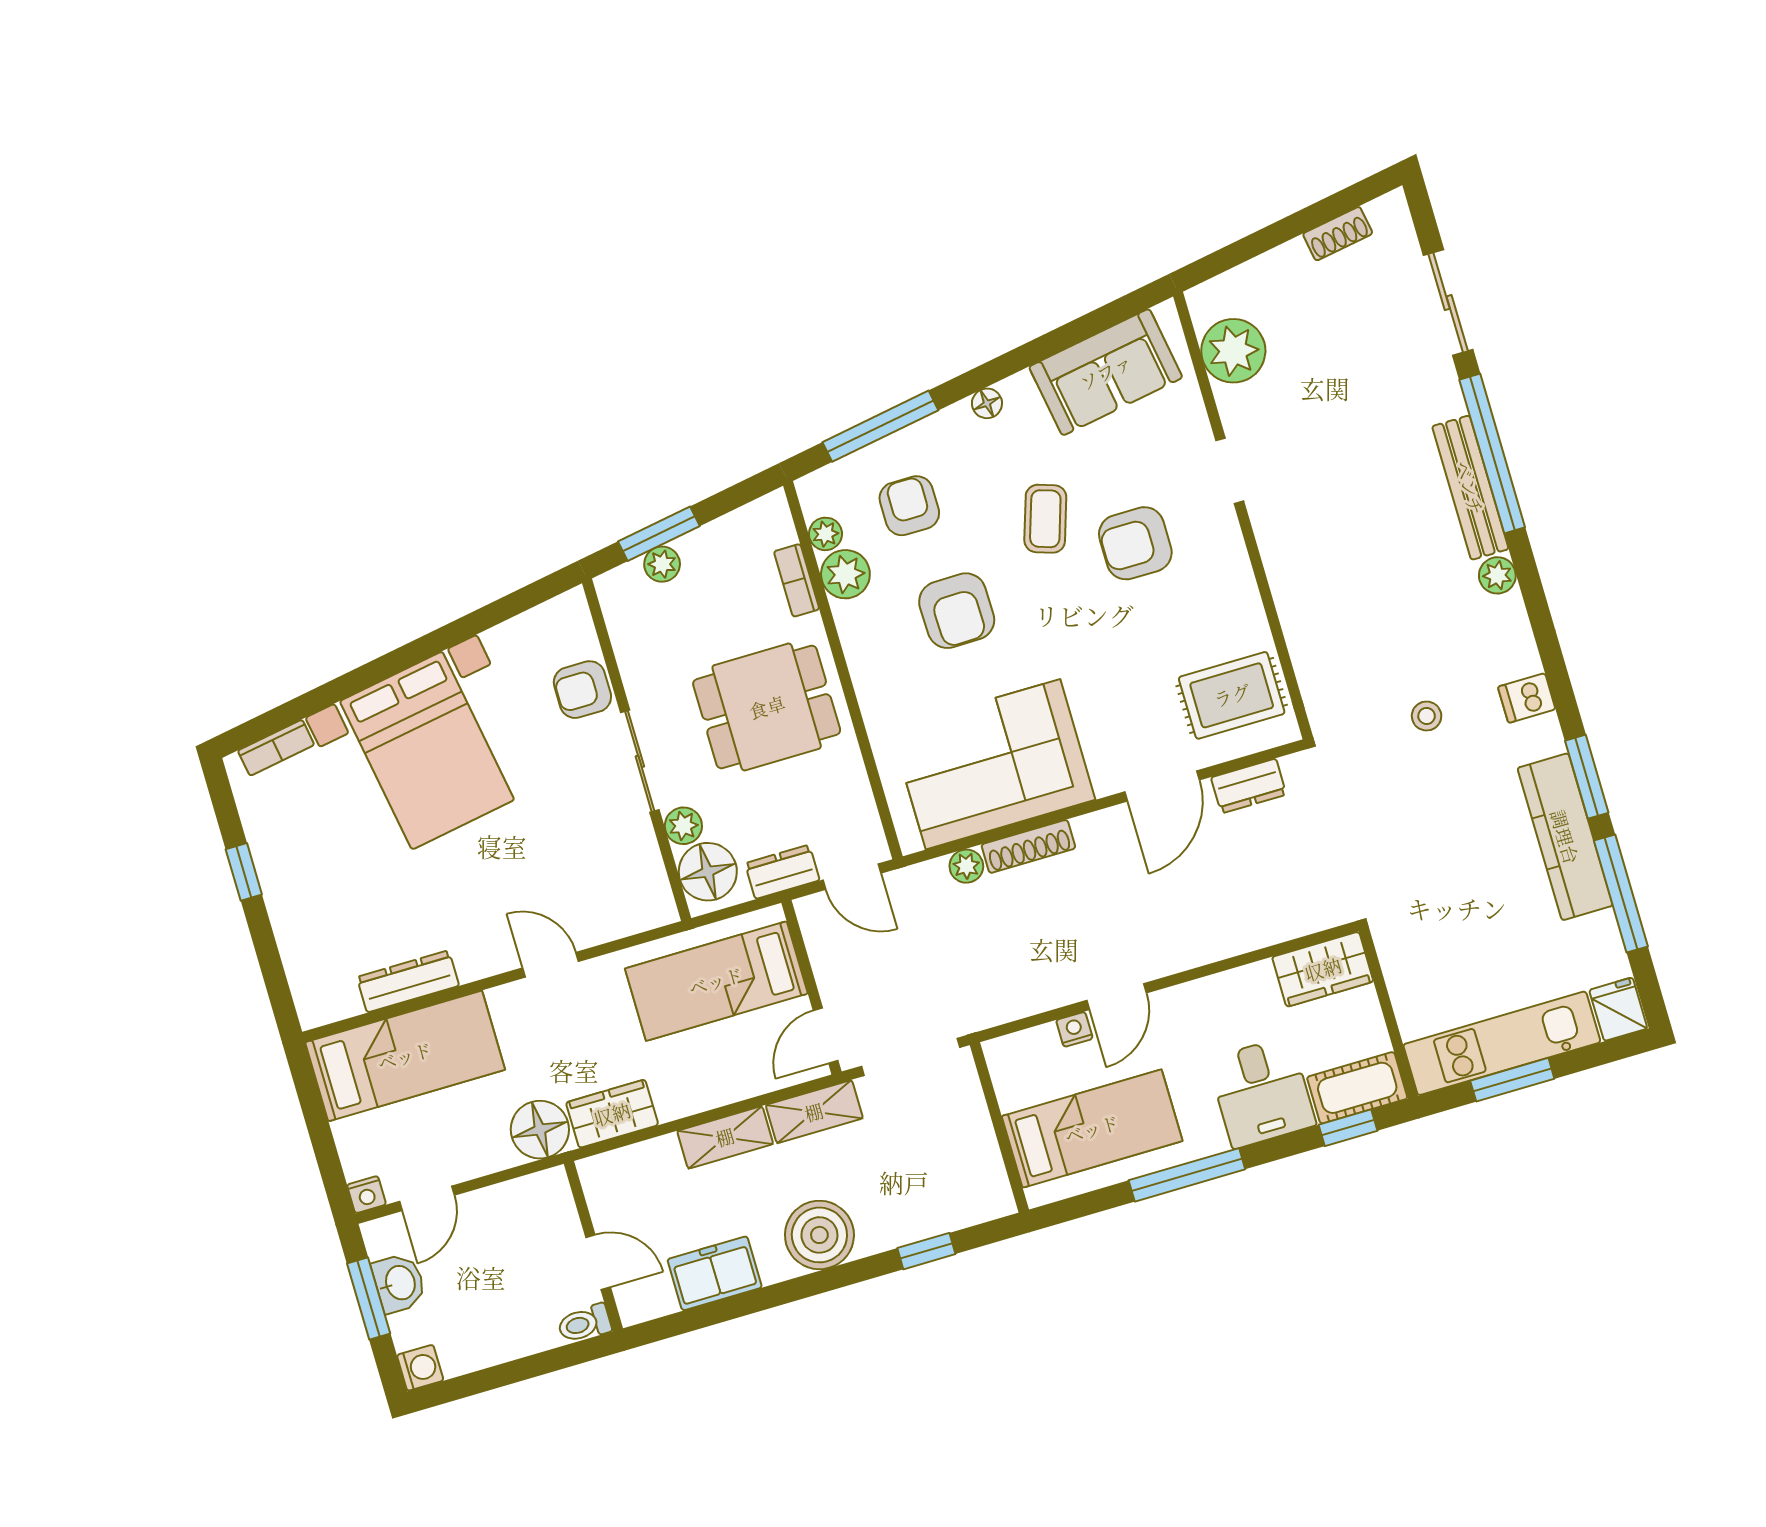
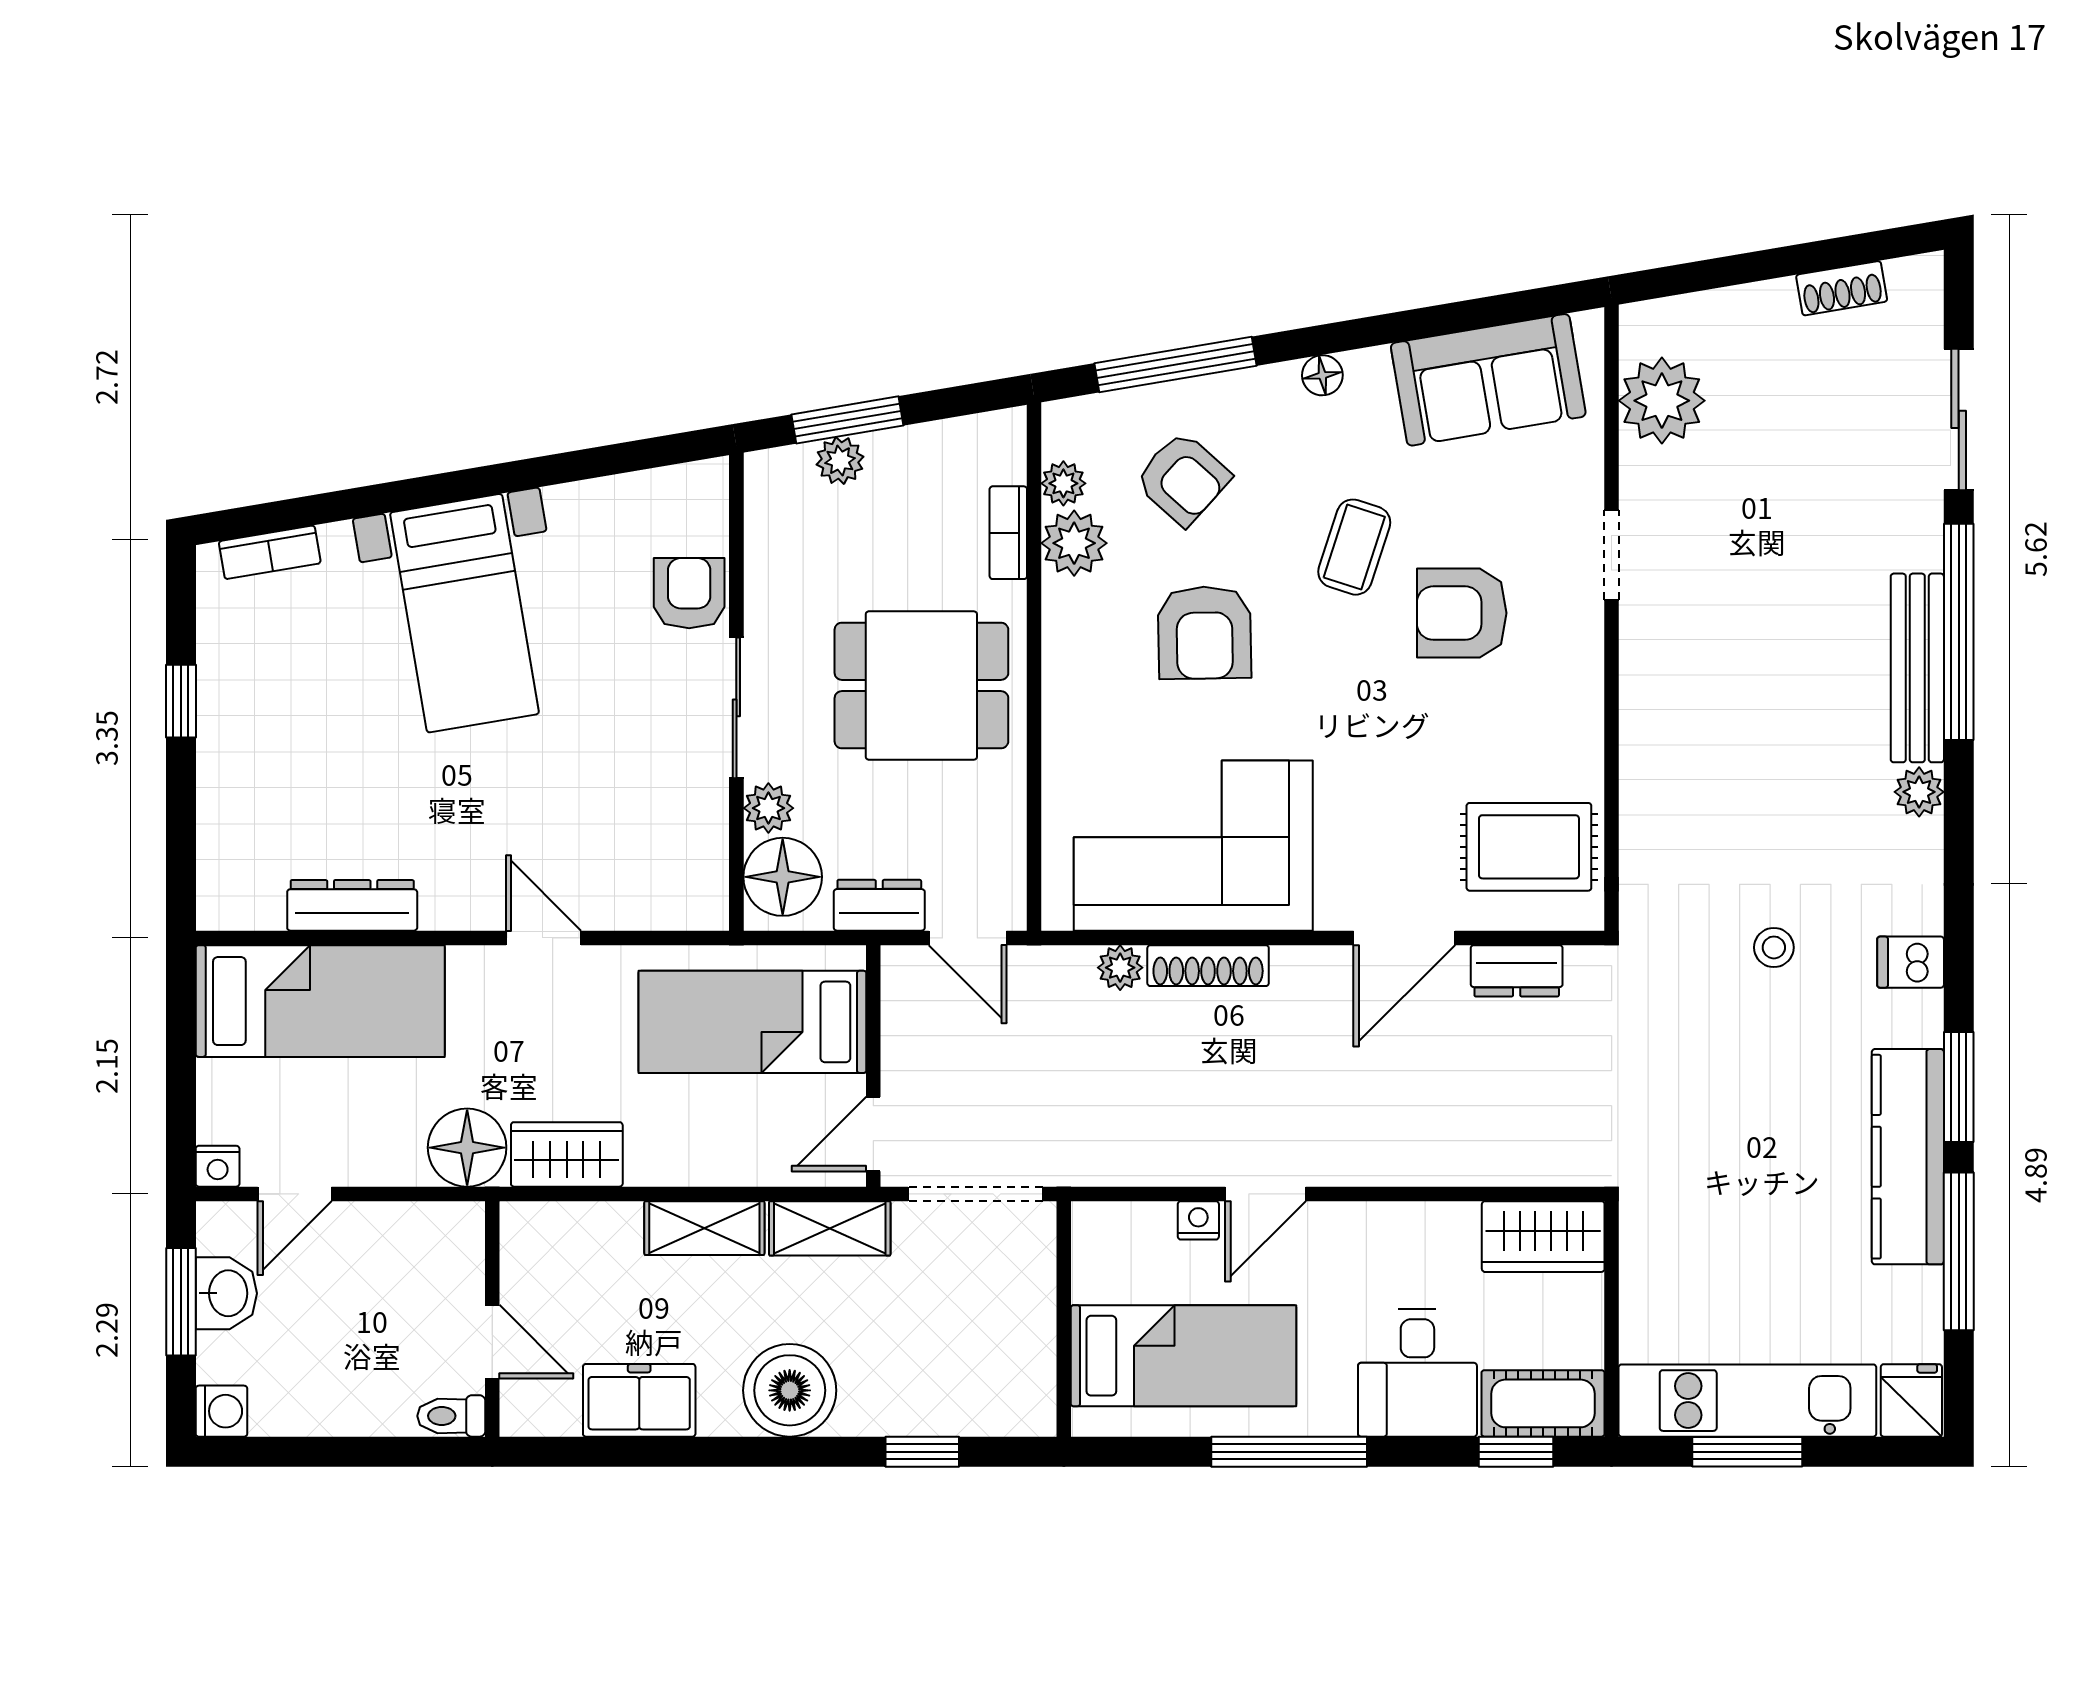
armchair: (909, 506) -> (1183, 479), turned 132
armchair: (582, 690) -> (689, 593), turned 90
bed with nightstands: (427, 750) -> (465, 613), width x0.73

